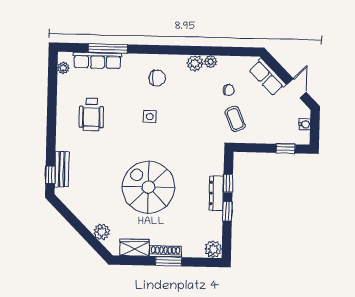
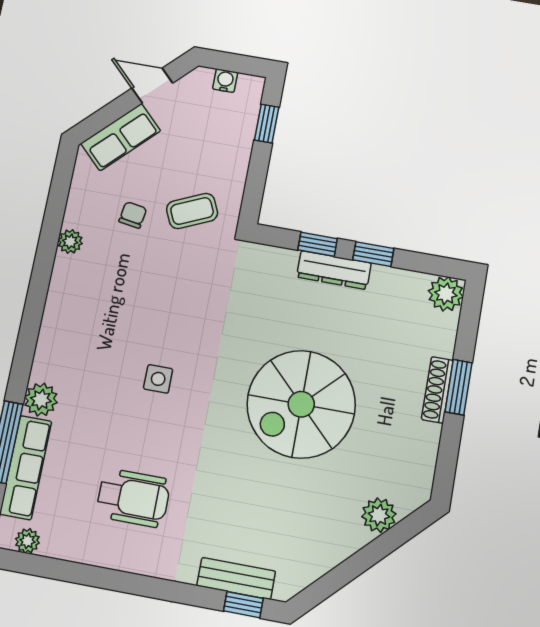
plant: (195, 63) -> (41, 400), moved
chair: (157, 78) -> (83, 352), removed
wardrobe: (134, 248) -> (421, 453), removed

